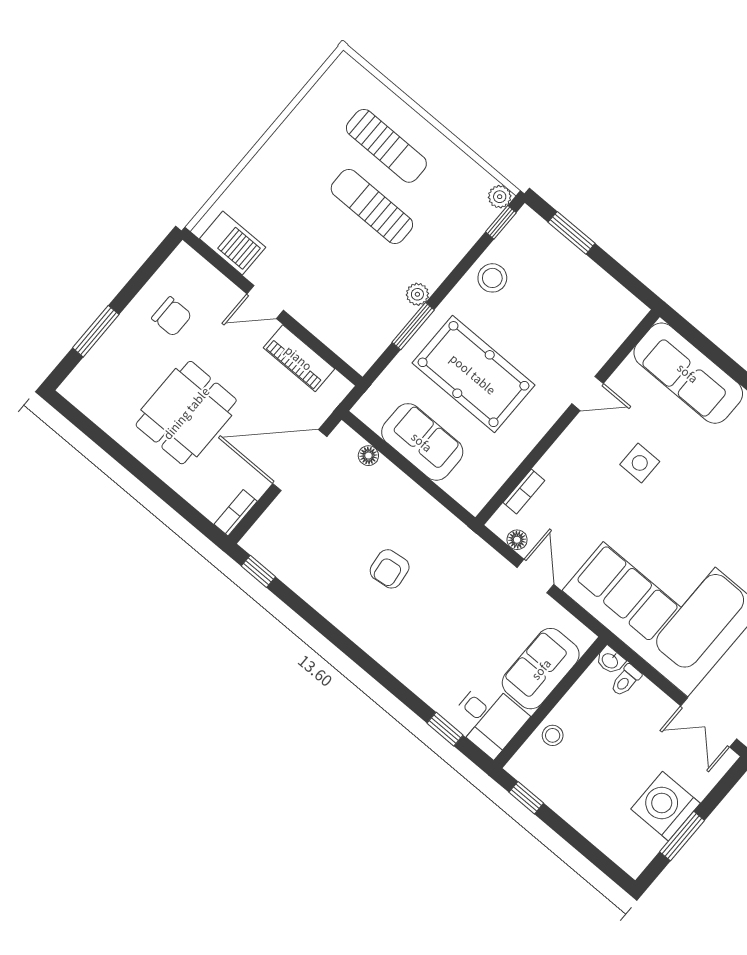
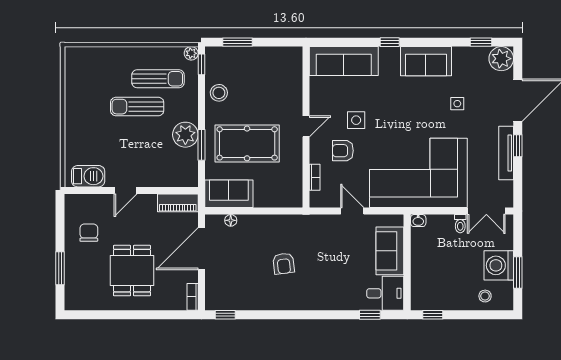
sun lounger: (386, 146) -> (158, 79), moved
plant: (417, 294) -> (185, 135), width x1.88, depth x1.88
chair: (172, 317) -> (89, 233), turned -90
piano: (299, 358) -> (178, 203), moved
door: (588, 393) -> (306, 126), moved
sofa: (422, 442) -> (229, 194), moved
armchair: (589, 488) -> (343, 151), added
floor lamp: (517, 540) -> (330, 202), removed
toilet: (626, 680) -> (460, 224), moved
stool: (553, 735) -> (485, 296), moved

